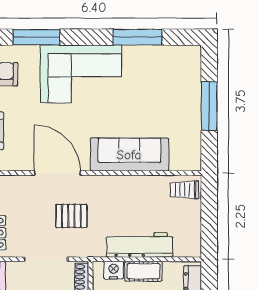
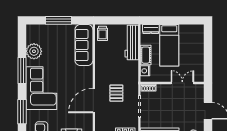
window: (137, 37) -> (22, 71), moved
plant: (151, 60) -> (34, 51), added
sofa: (129, 155) -> (84, 45), moved
workbench: (140, 245) -> (132, 42), moved

